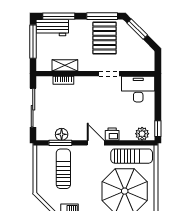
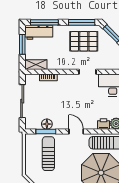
pallet: (105, 38) -> (84, 41), turned 90
window: (33, 42) -> (22, 44), width x0.69
shelving: (65, 65) -> (36, 65), moved
printer: (112, 134) -> (104, 124), moved

